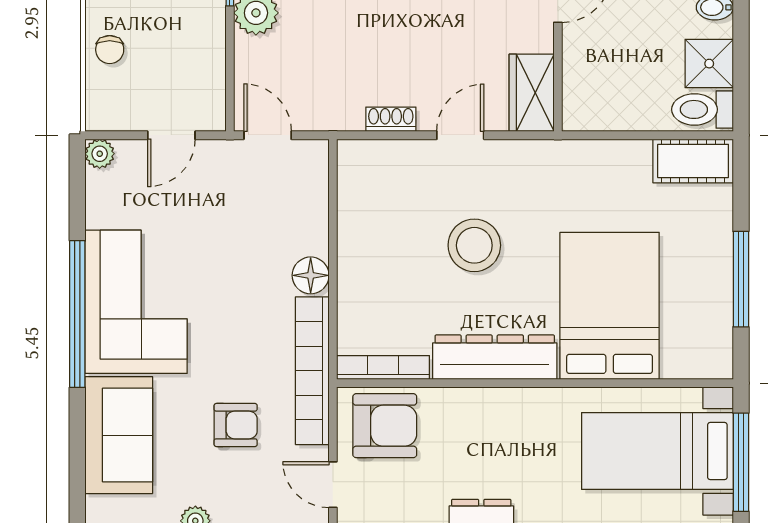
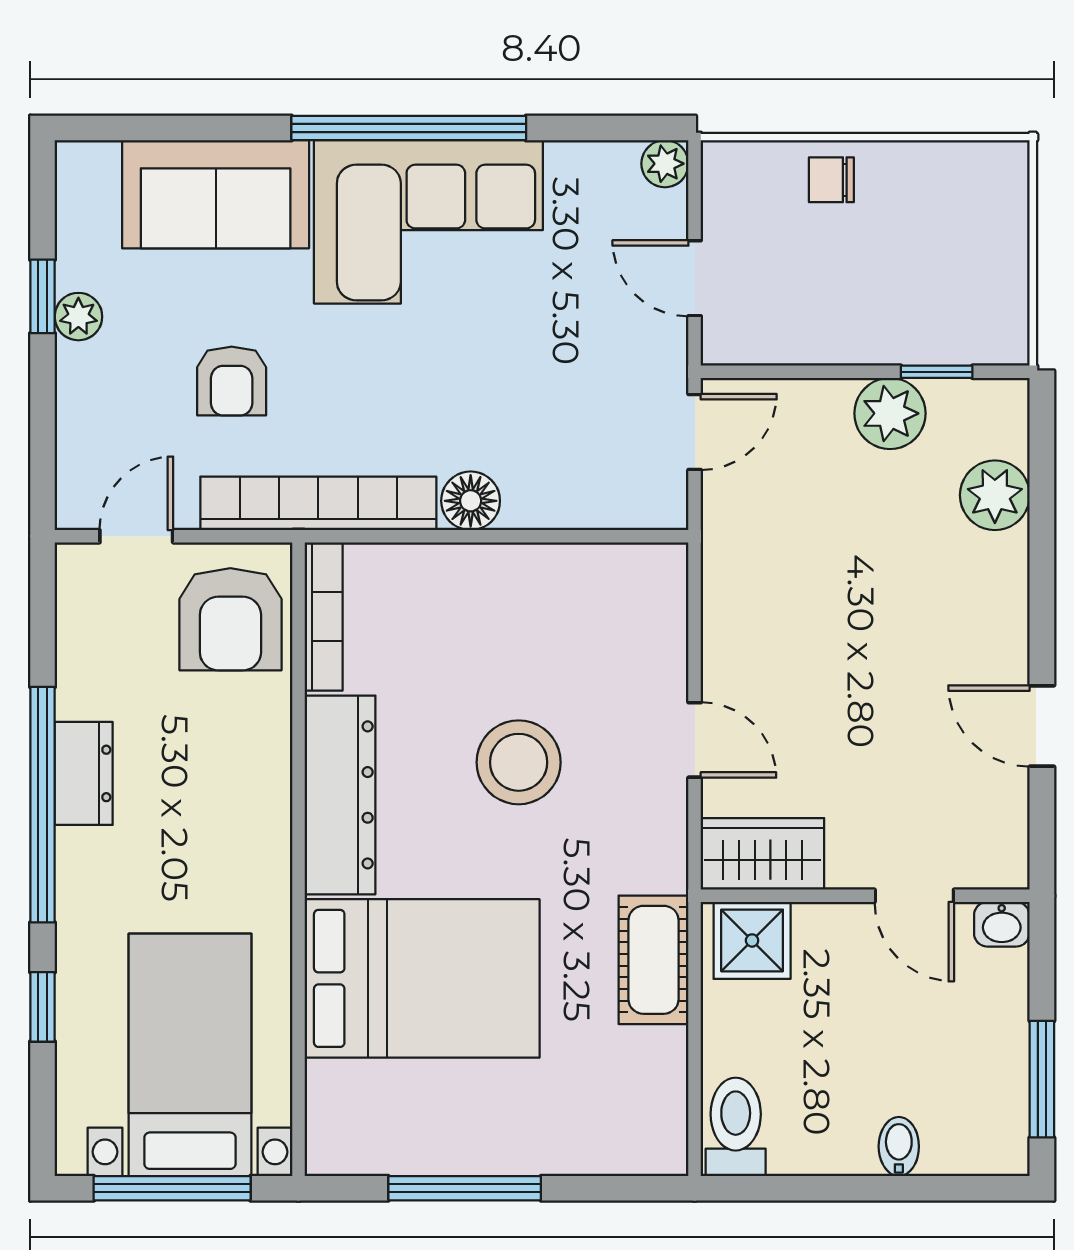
shower: (709, 64) -> (752, 940), moved
shoe rack: (391, 119) -> (720, 629), removed
cot: (693, 161) -> (654, 960), moved

